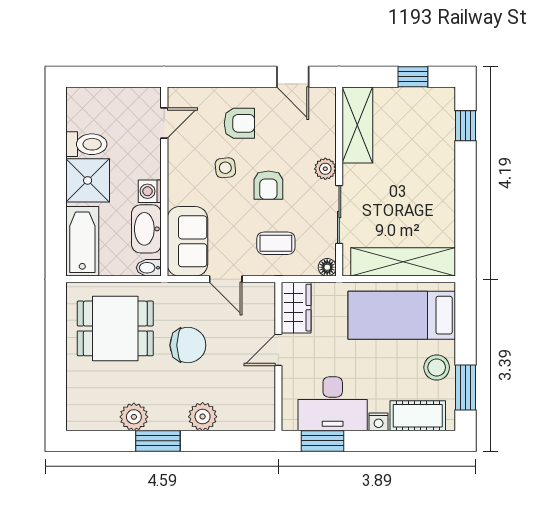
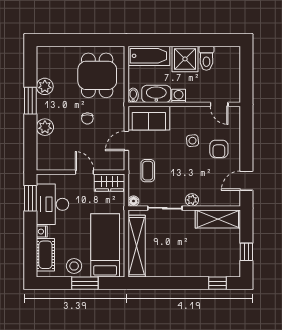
armchair: (268, 185) -> (182, 166), removed
chair: (188, 345) -> (87, 118), width x0.54, depth x0.54
window: (465, 387) -> (85, 283), moved

